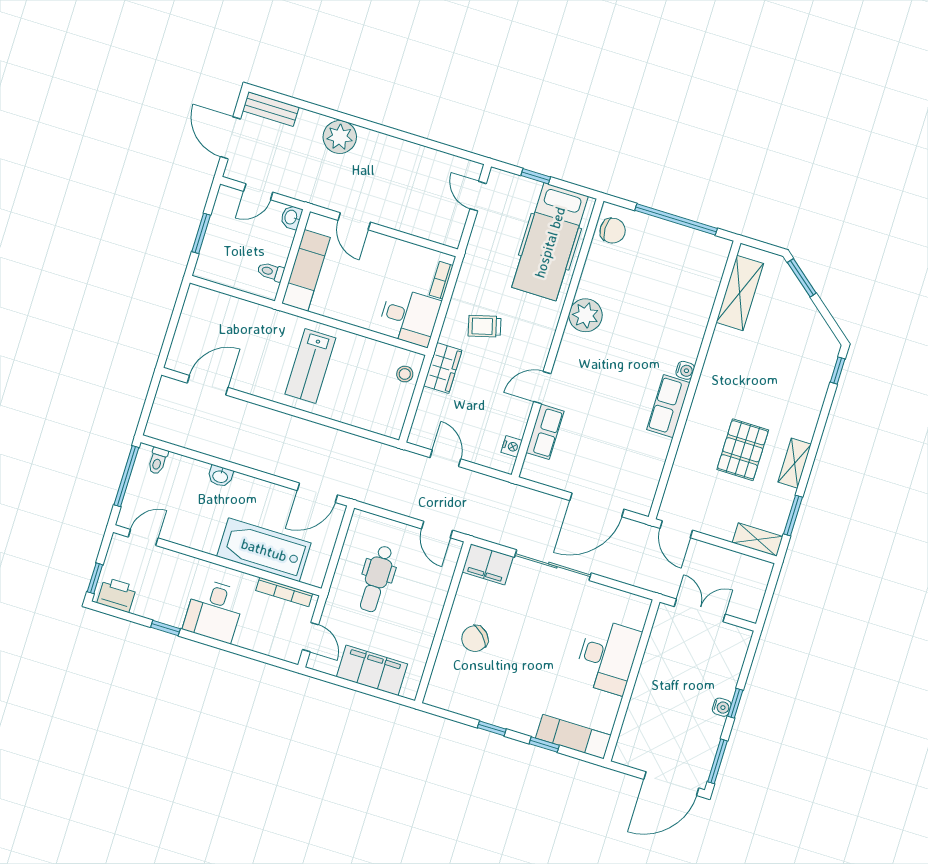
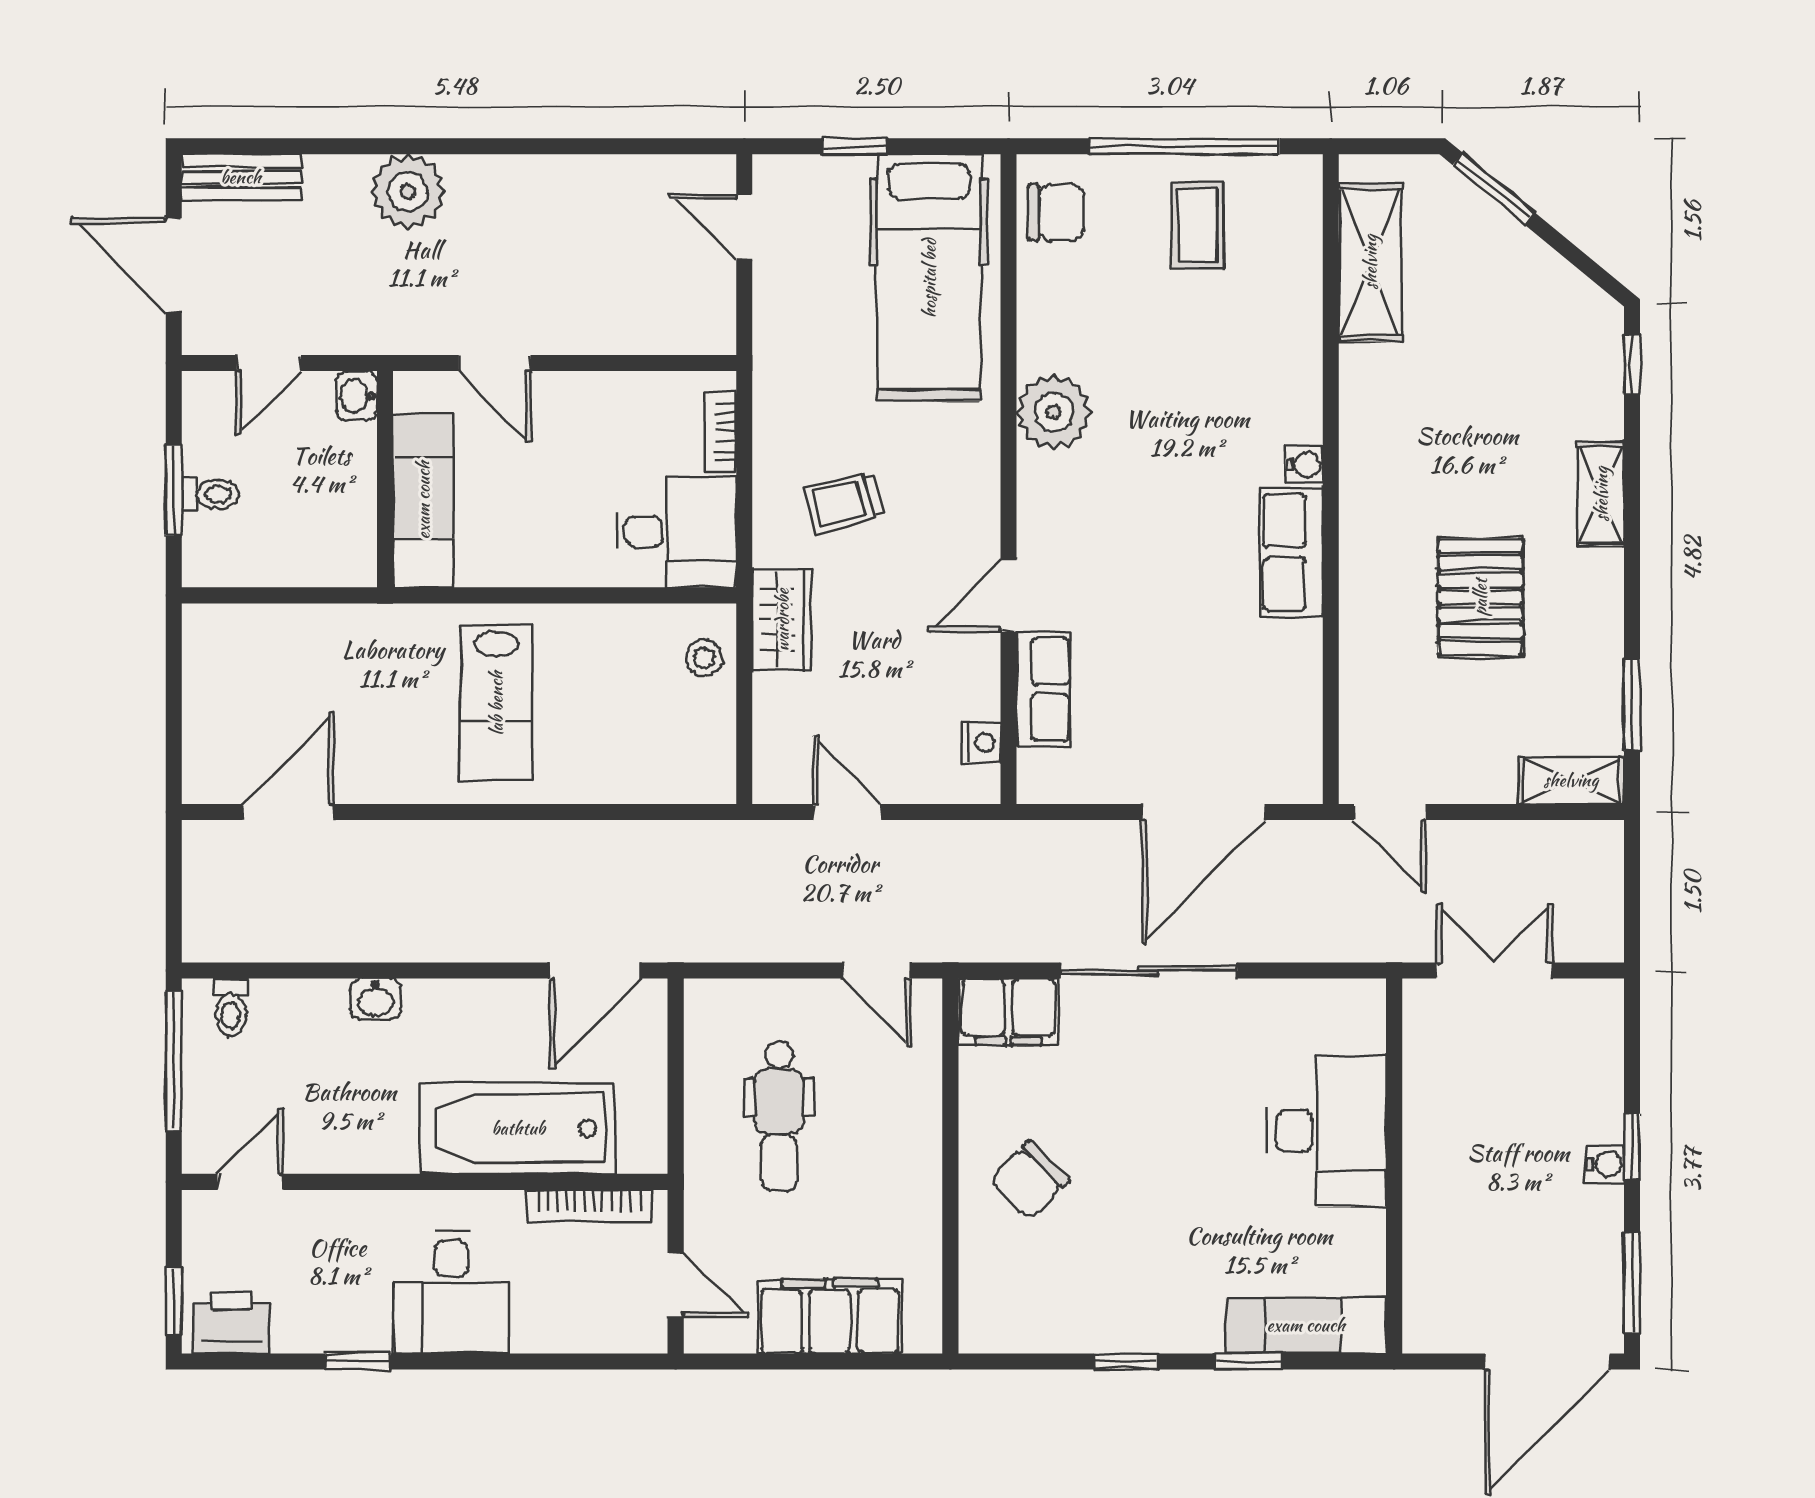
coffee table: (671, 255) -> (1198, 226), added
toilet: (271, 272) -> (210, 494), moved, turned 180
shelving: (795, 463) -> (1601, 494), moved

